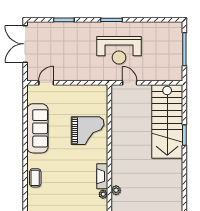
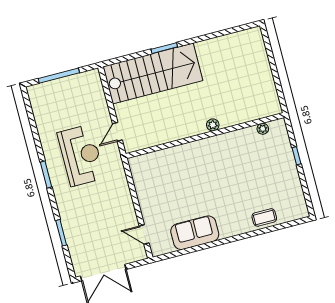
sofa: (37, 128) -> (195, 233), width x0.73
grand piano: (88, 131) -> (189, 168), removed
fireplace: (102, 176) -> (241, 136), removed
plant: (116, 190) -> (213, 125), moved

